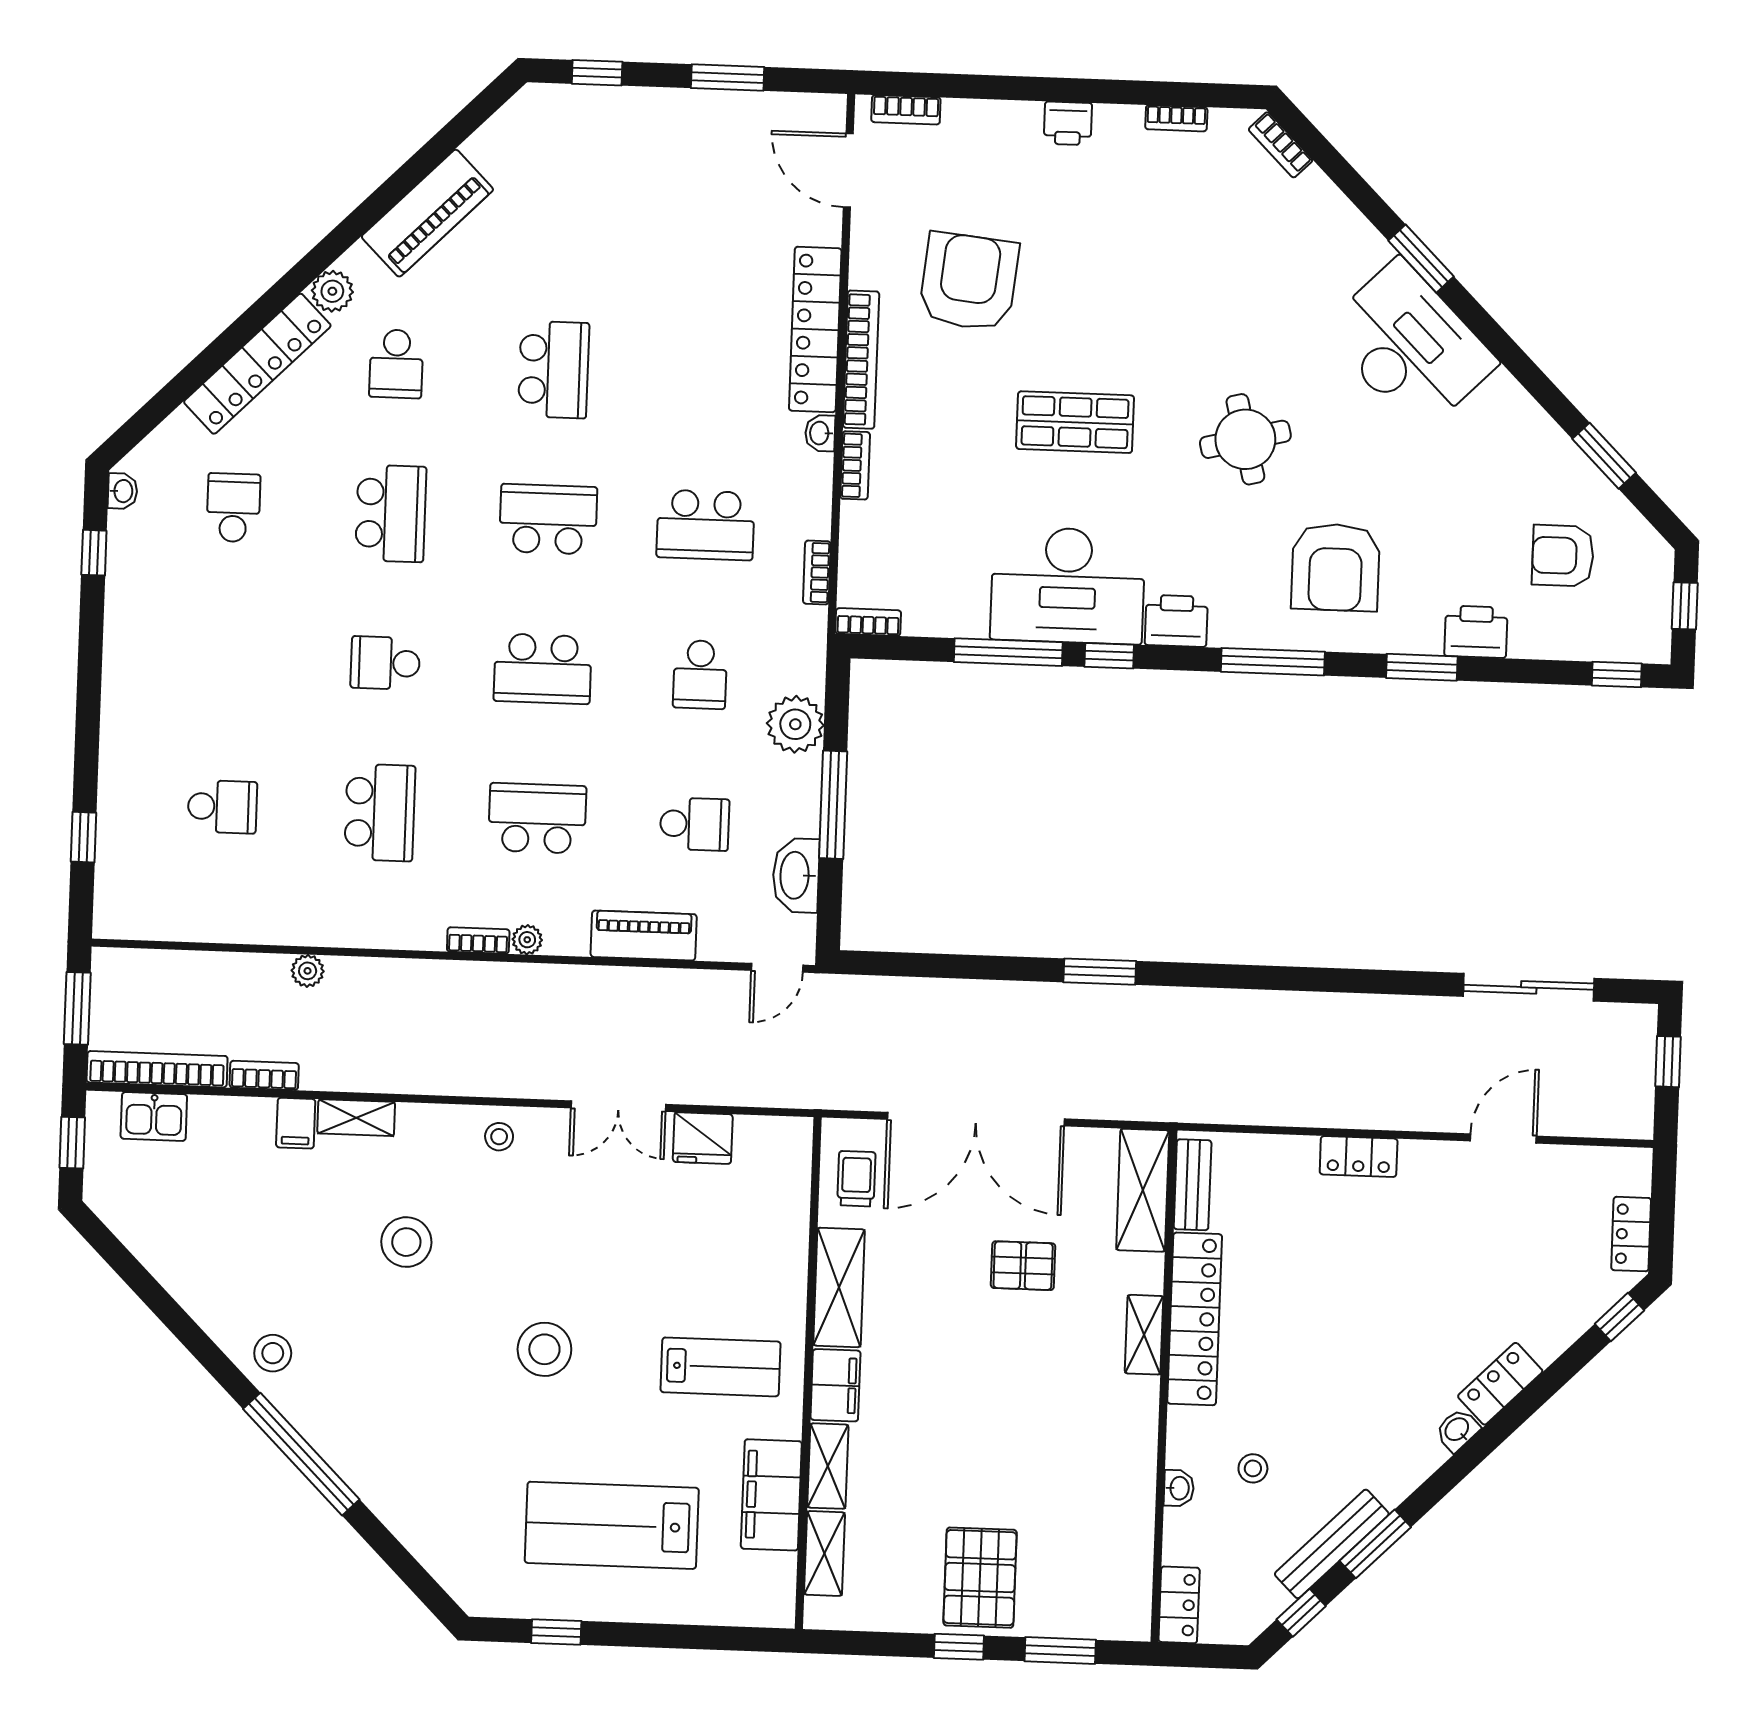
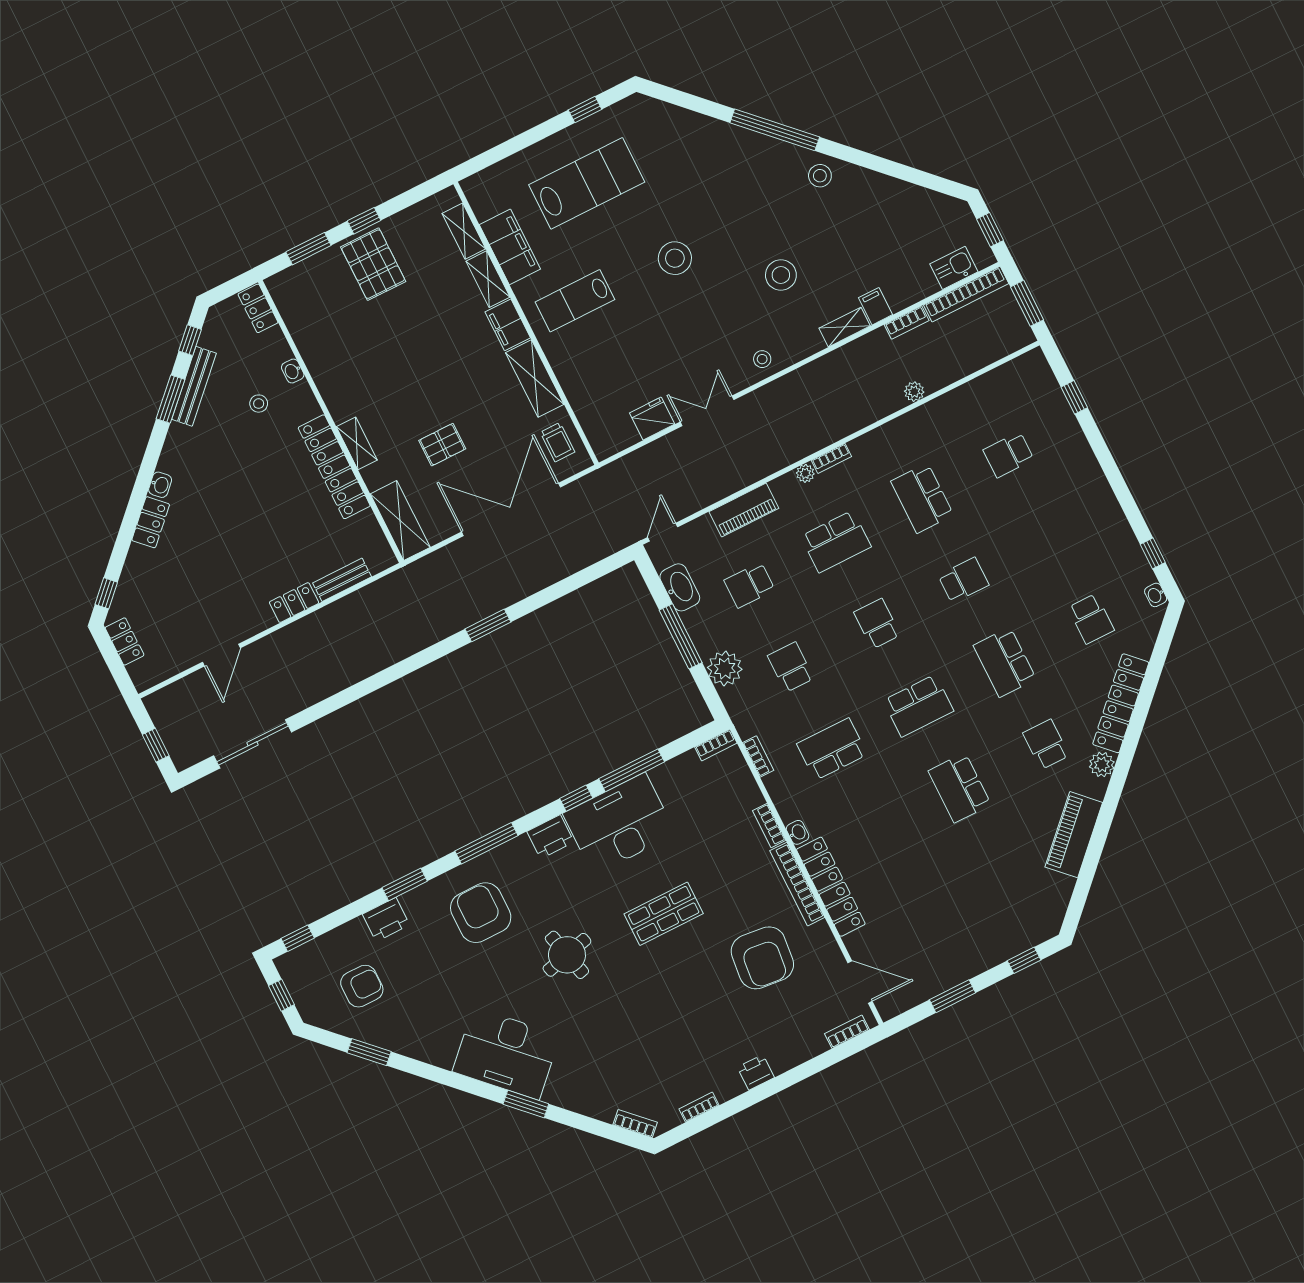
school desk: (543, 669) -> (877, 624), width x0.54
bench: (1193, 1185) -> (342, 580), moved, turned 90

